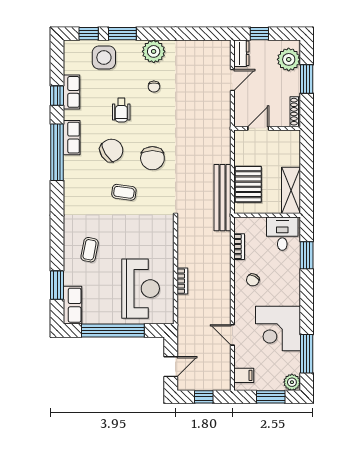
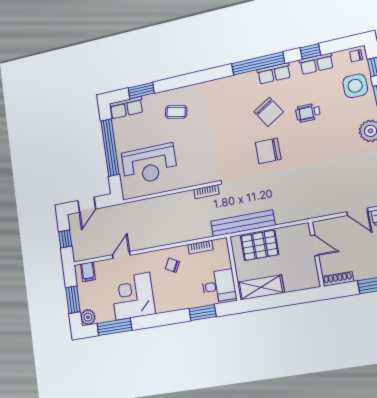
chair: (154, 87) -> (356, 56), moved
coffee table: (124, 192) -> (232, 131), removed
bookcase: (182, 281) -> (206, 192), moved
door: (171, 367) -> (87, 205), hinge flipped

